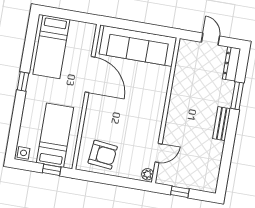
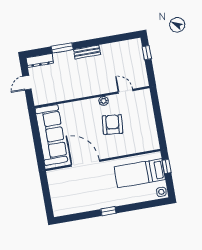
bed: (51, 47) -> (75, 199), removed
door: (90, 75) -> (85, 163), hinge flipped
armchair: (103, 155) -> (112, 125), moved
plant: (148, 174) -> (104, 101), moved
window: (180, 192) -> (147, 53), moved

